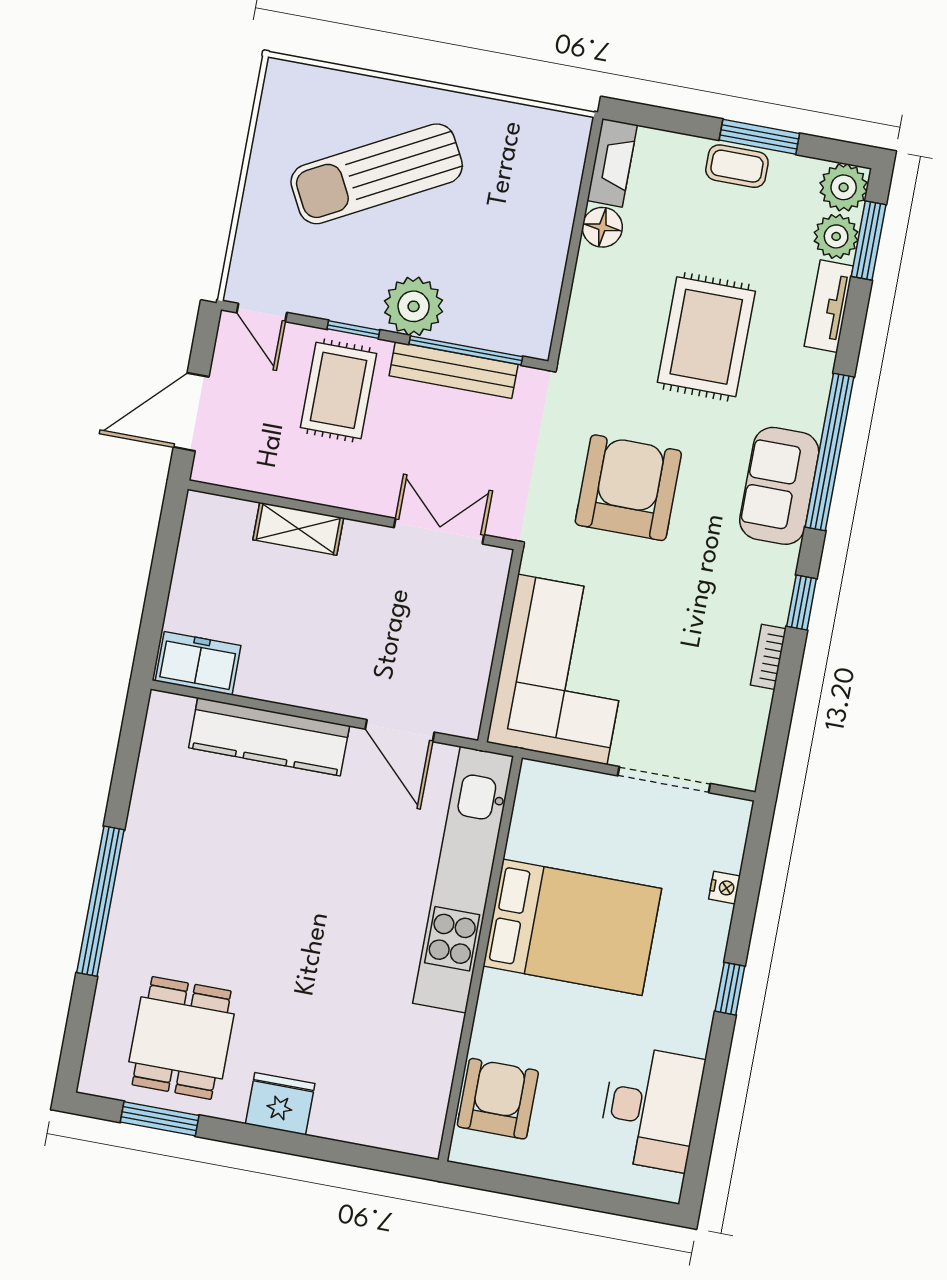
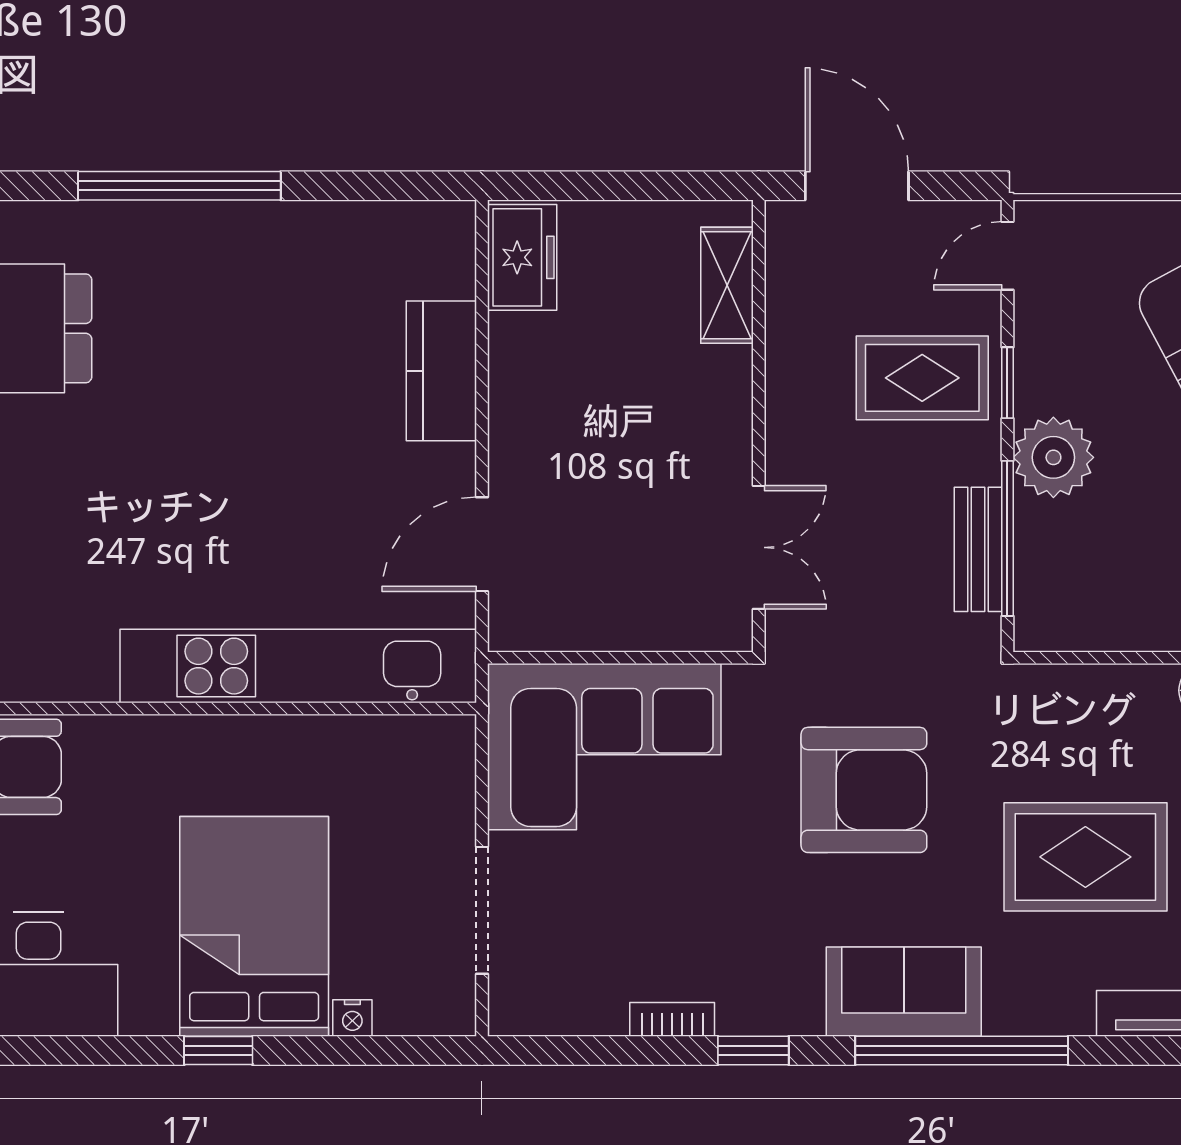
bench: (454, 370) -> (978, 549), width x0.73
shelving: (298, 529) -> (727, 285), moved
kitchen counter: (269, 737) -> (441, 371), width x0.67
bed: (572, 927) -> (254, 926), moved, turned 180

